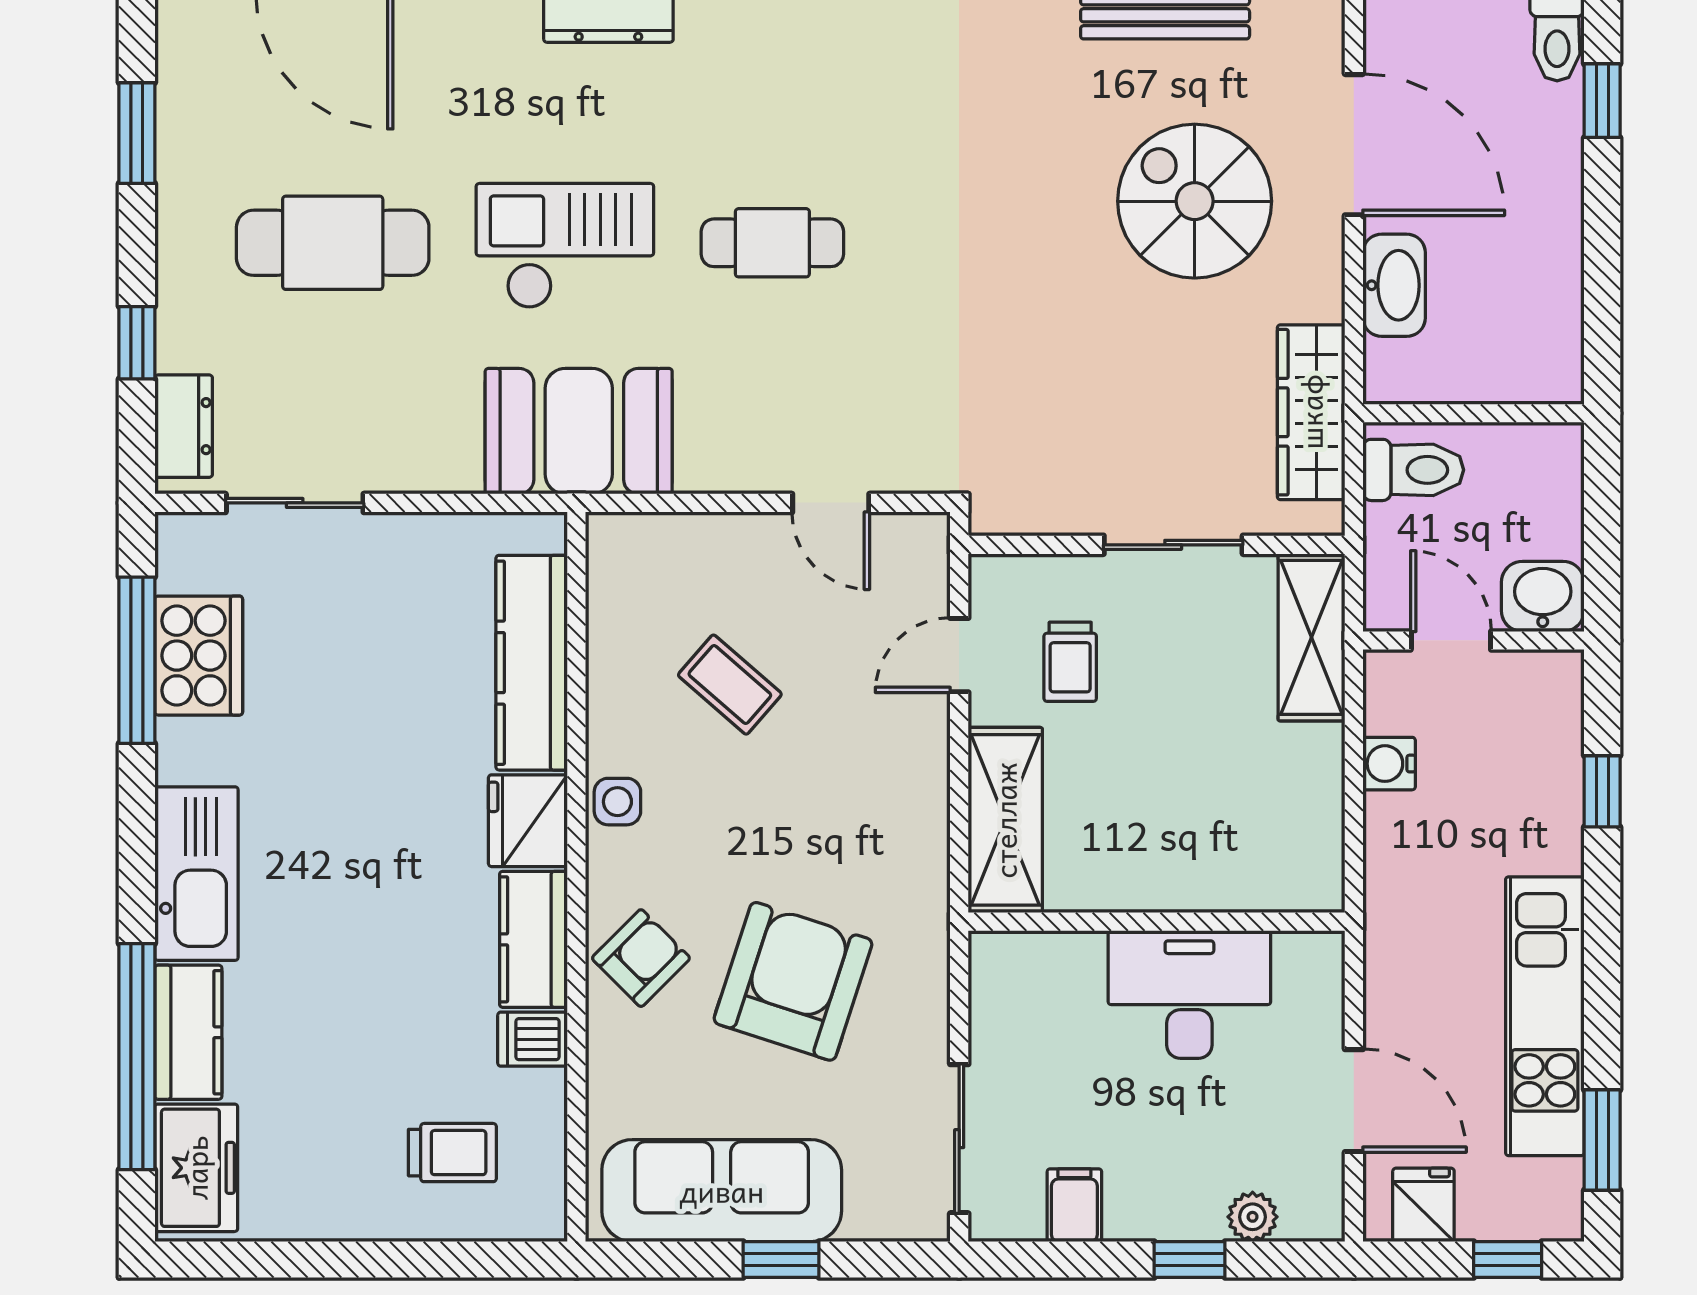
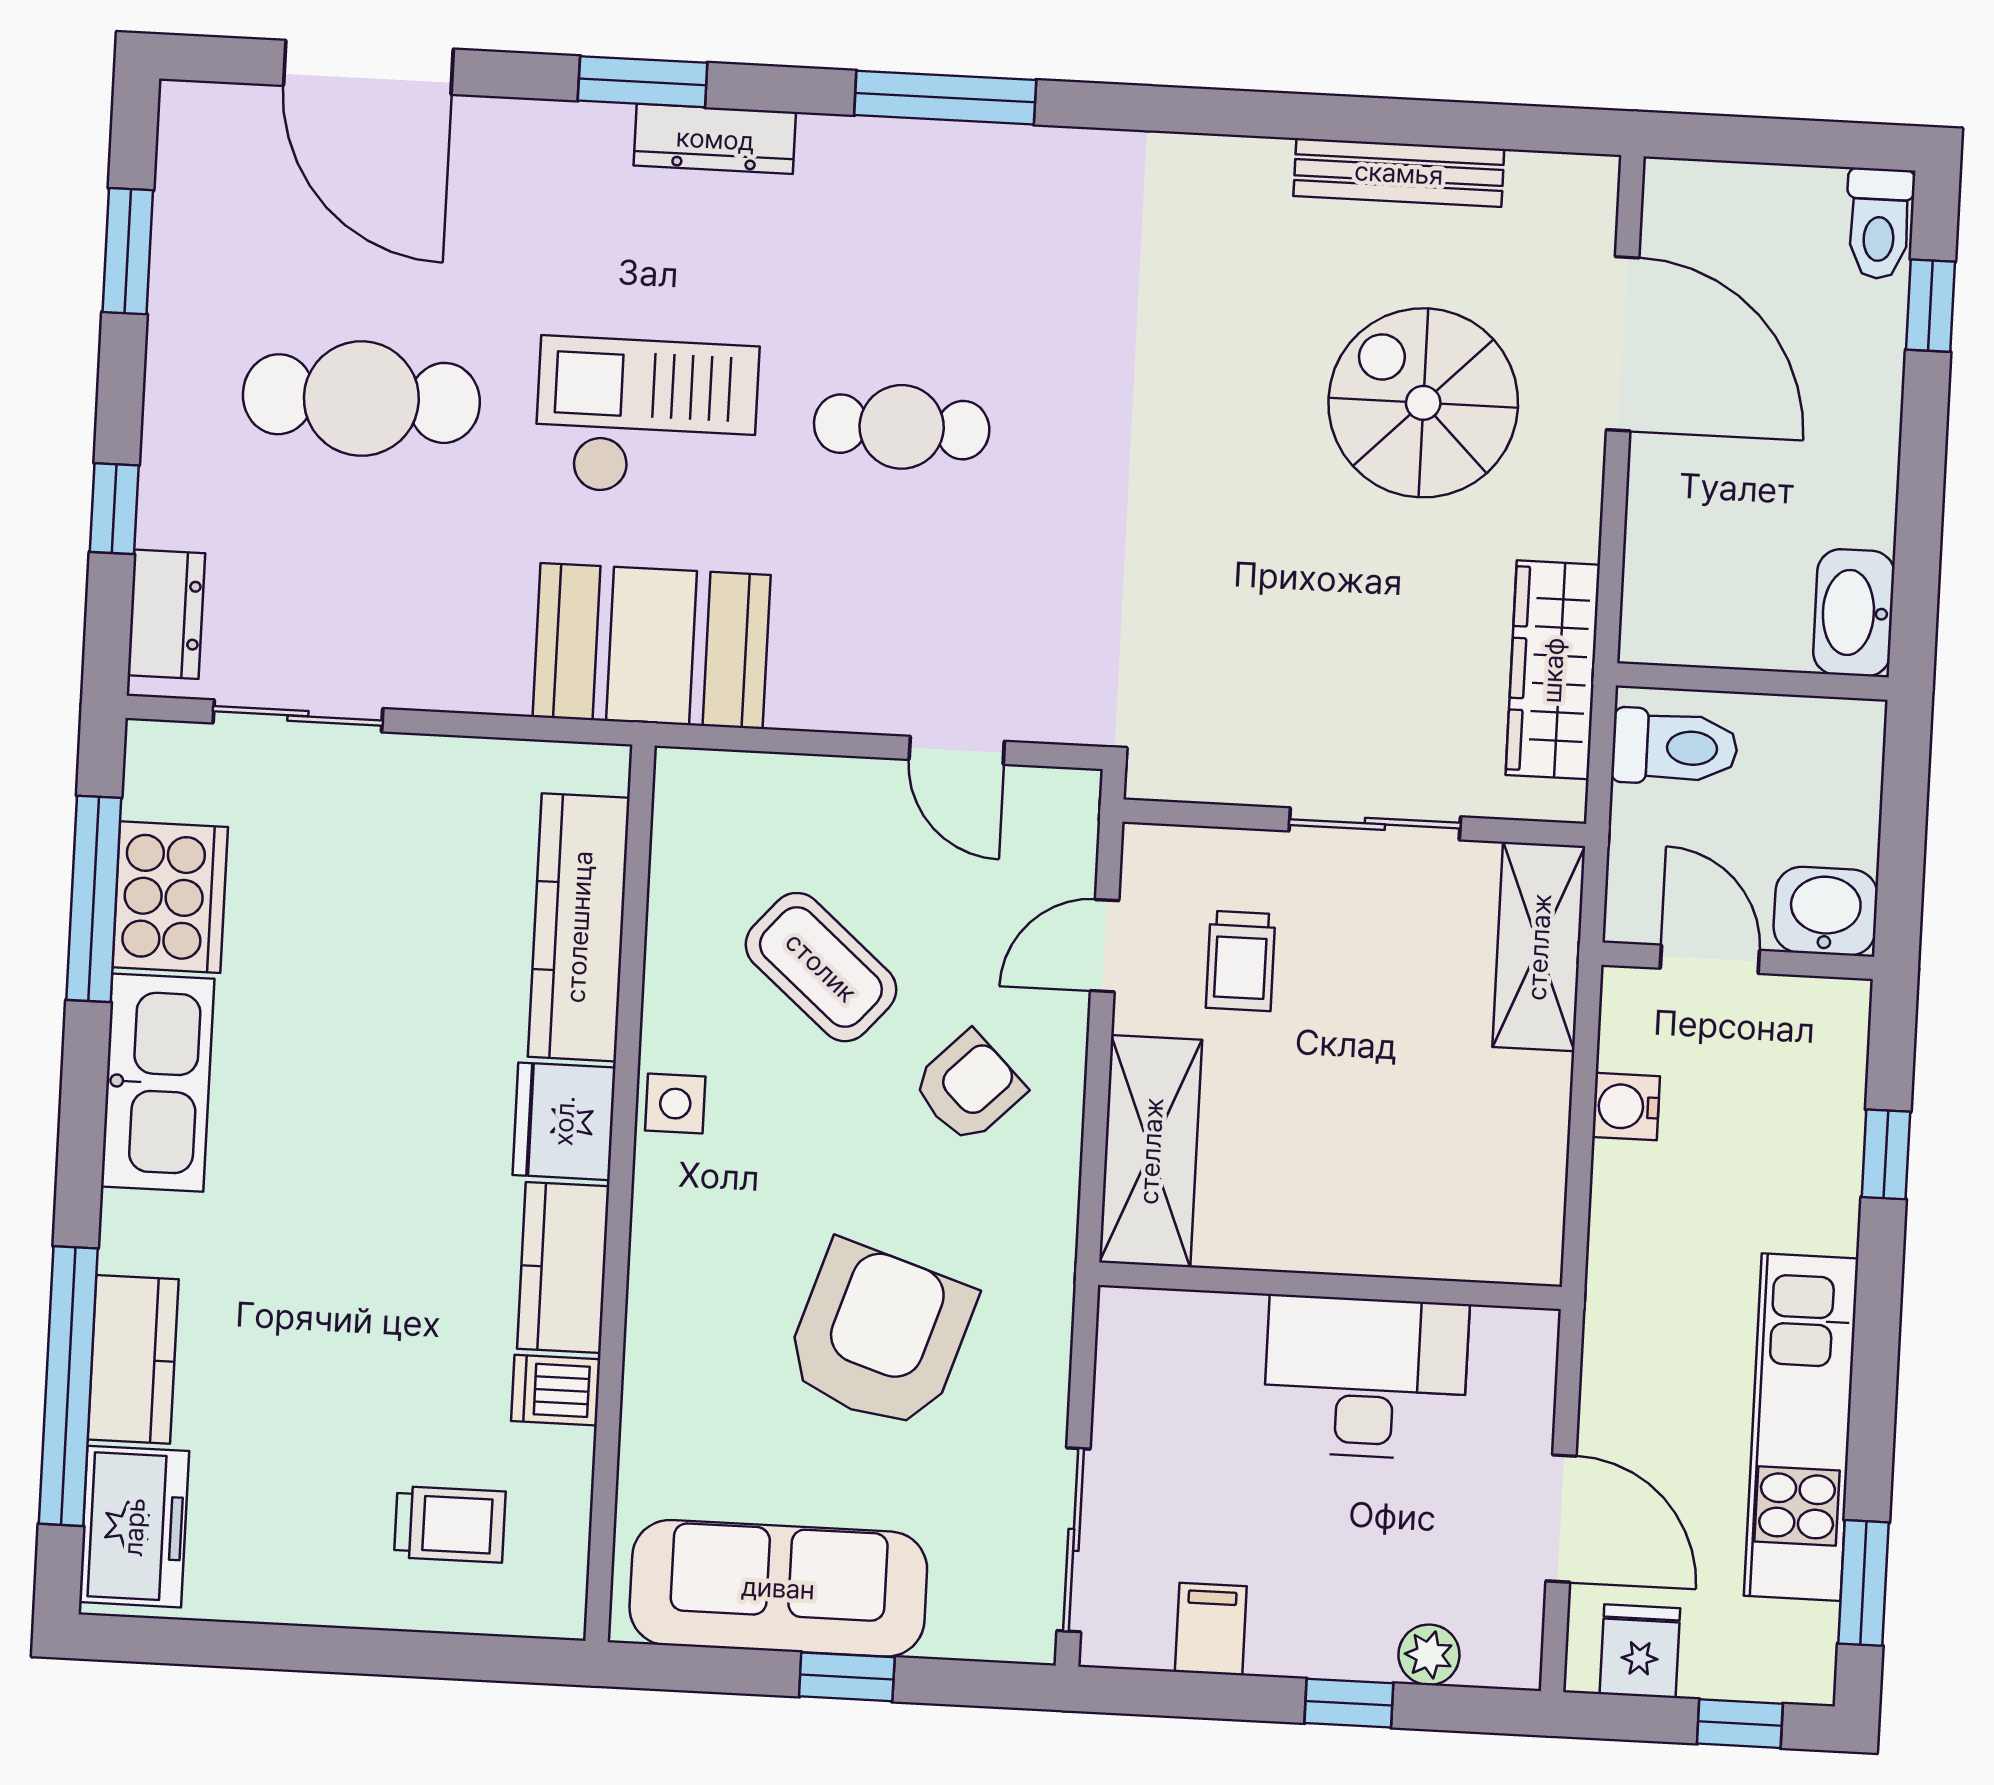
washbasin: (1394, 285) -> (1854, 613), moved, turned 180
coffee table: (730, 685) -> (821, 967), width x1.36, depth x1.30
kitchen sink: (196, 874) -> (158, 1083), moved
armchair: (641, 958) -> (969, 1087), moved

